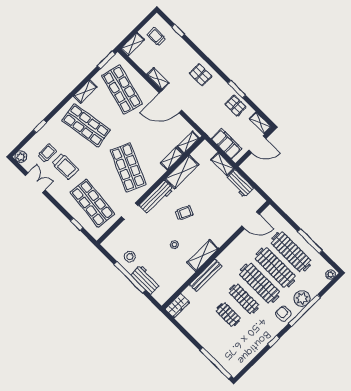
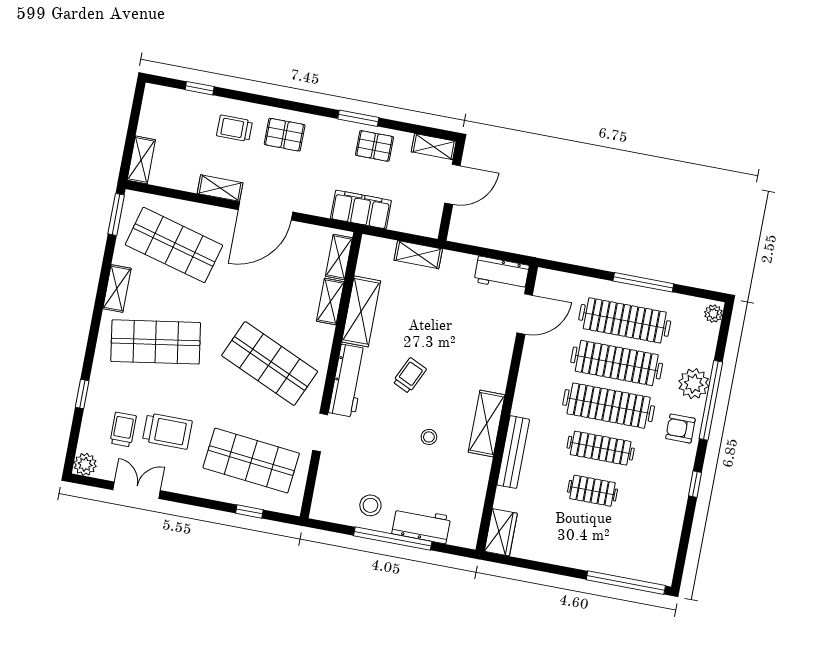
trolley: (156, 37) -> (235, 128), moved
filing cabinet: (226, 144) -> (361, 210), moved
workbench: (240, 184) -> (502, 274), moved

